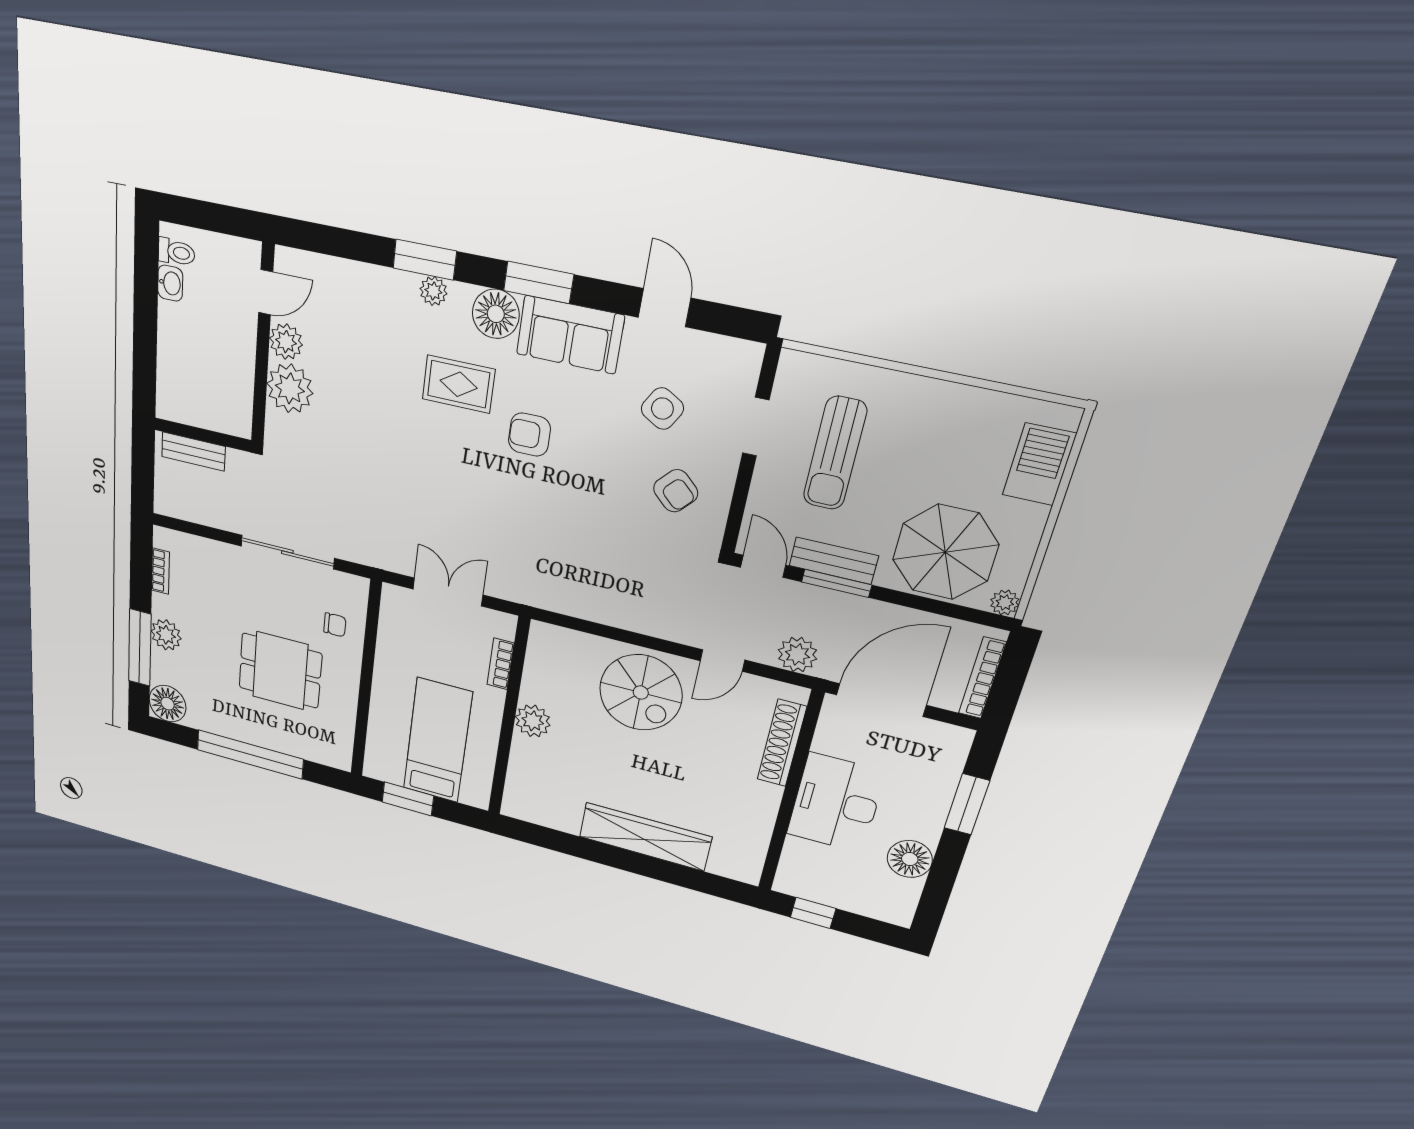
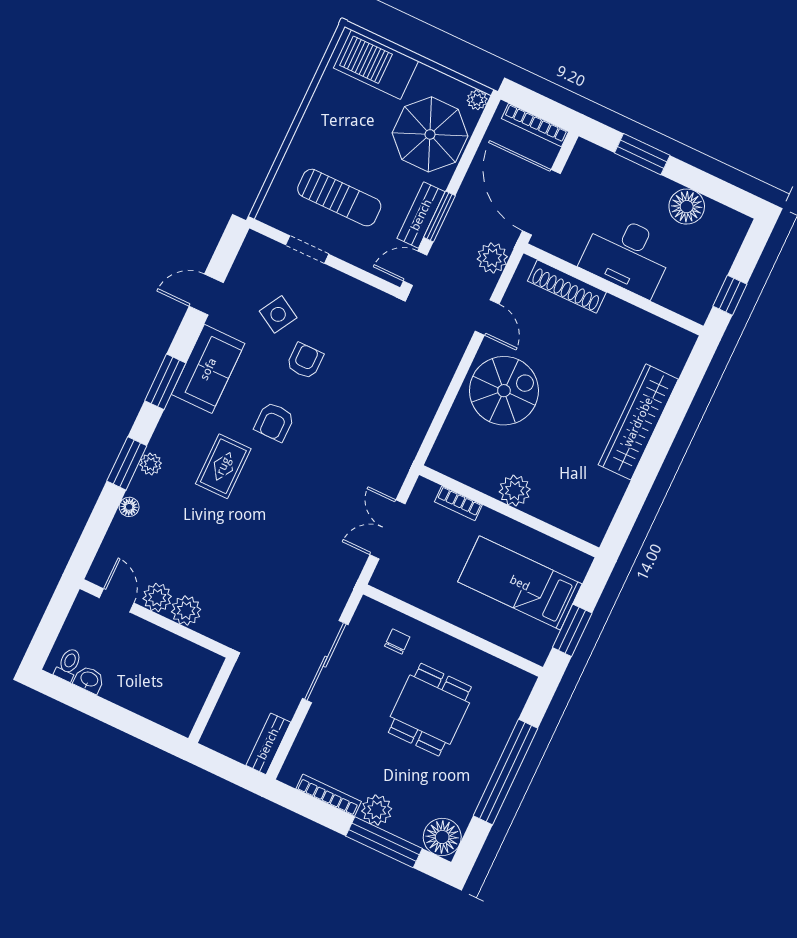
floor lamp: (496, 314) -> (129, 507), moved, width x0.53, depth x0.53
plant: (290, 388) -> (186, 611), width x0.73, depth x0.73
bench: (193, 452) -> (268, 744), moved
barbecue: (1039, 464) -> (376, 64), width x1.37, depth x1.21
armchair: (676, 491) -> (305, 361), moved, turned -43
bookcase: (160, 571) -> (329, 795), width x1.56

